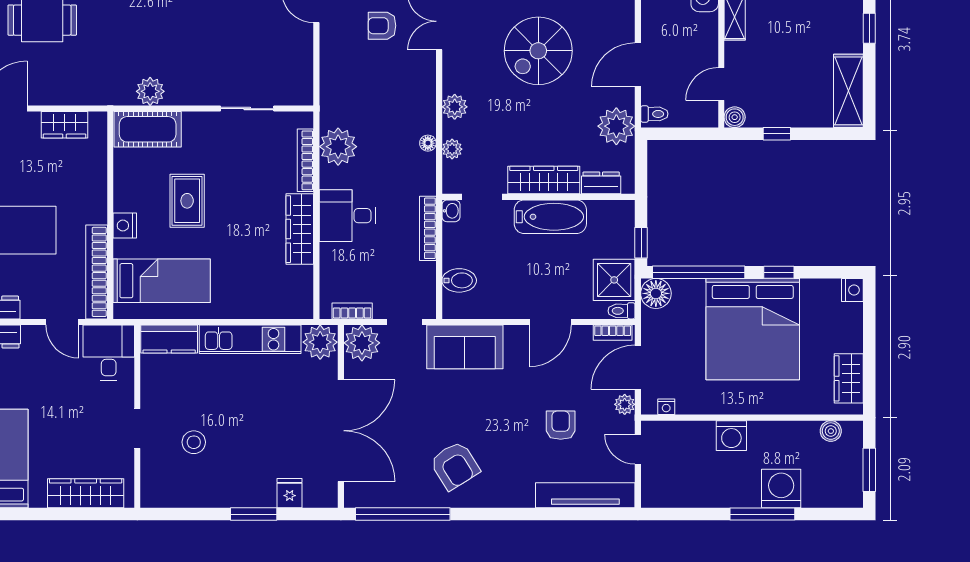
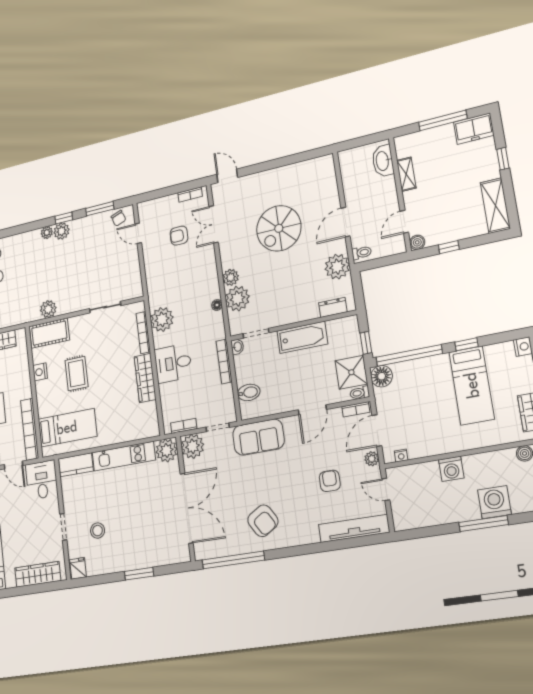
plant: (452, 149) -> (237, 299), width x1.88, depth x1.88
wardrobe: (544, 180) -> (294, 313), removed
nightstand: (125, 226) -> (40, 372), moved
bed: (753, 329) -> (472, 385), width x0.49
fridge: (290, 493) -> (78, 568), moved

